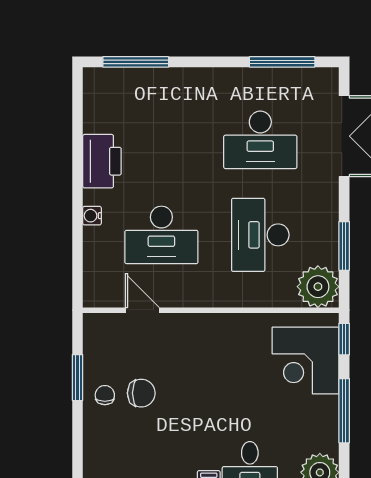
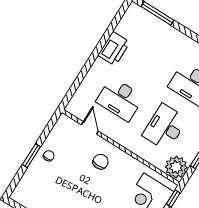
water cooler: (92, 216) -> (94, 71), removed
window: (78, 378) -> (31, 156), moved
chair: (141, 393) -> (101, 162), moved, turned -90

